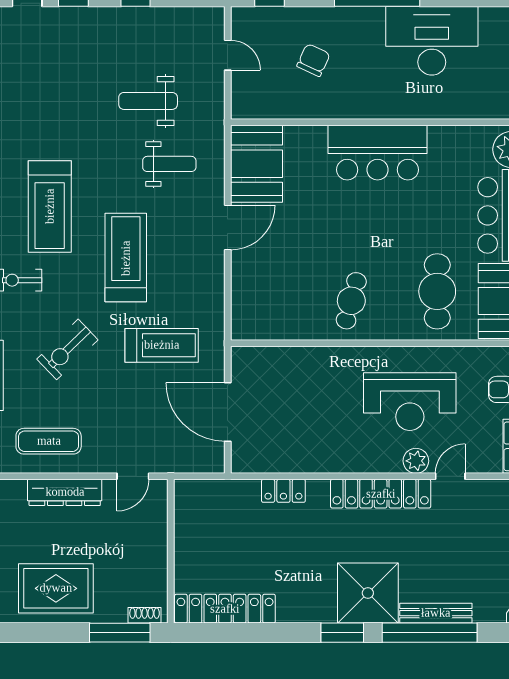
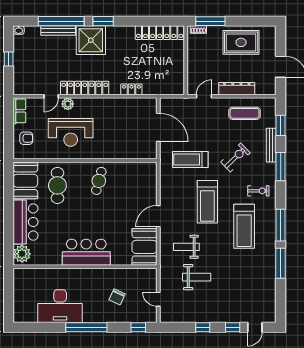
treadmill: (50, 206) -> (244, 226), turned 180
reception desk: (410, 402) -> (71, 132), turned 180

